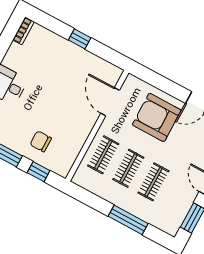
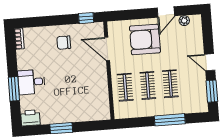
window: (80, 39) -> (86, 18), moved
chair: (41, 141) -> (64, 43), moved
window: (39, 172) -> (89, 126), removed

